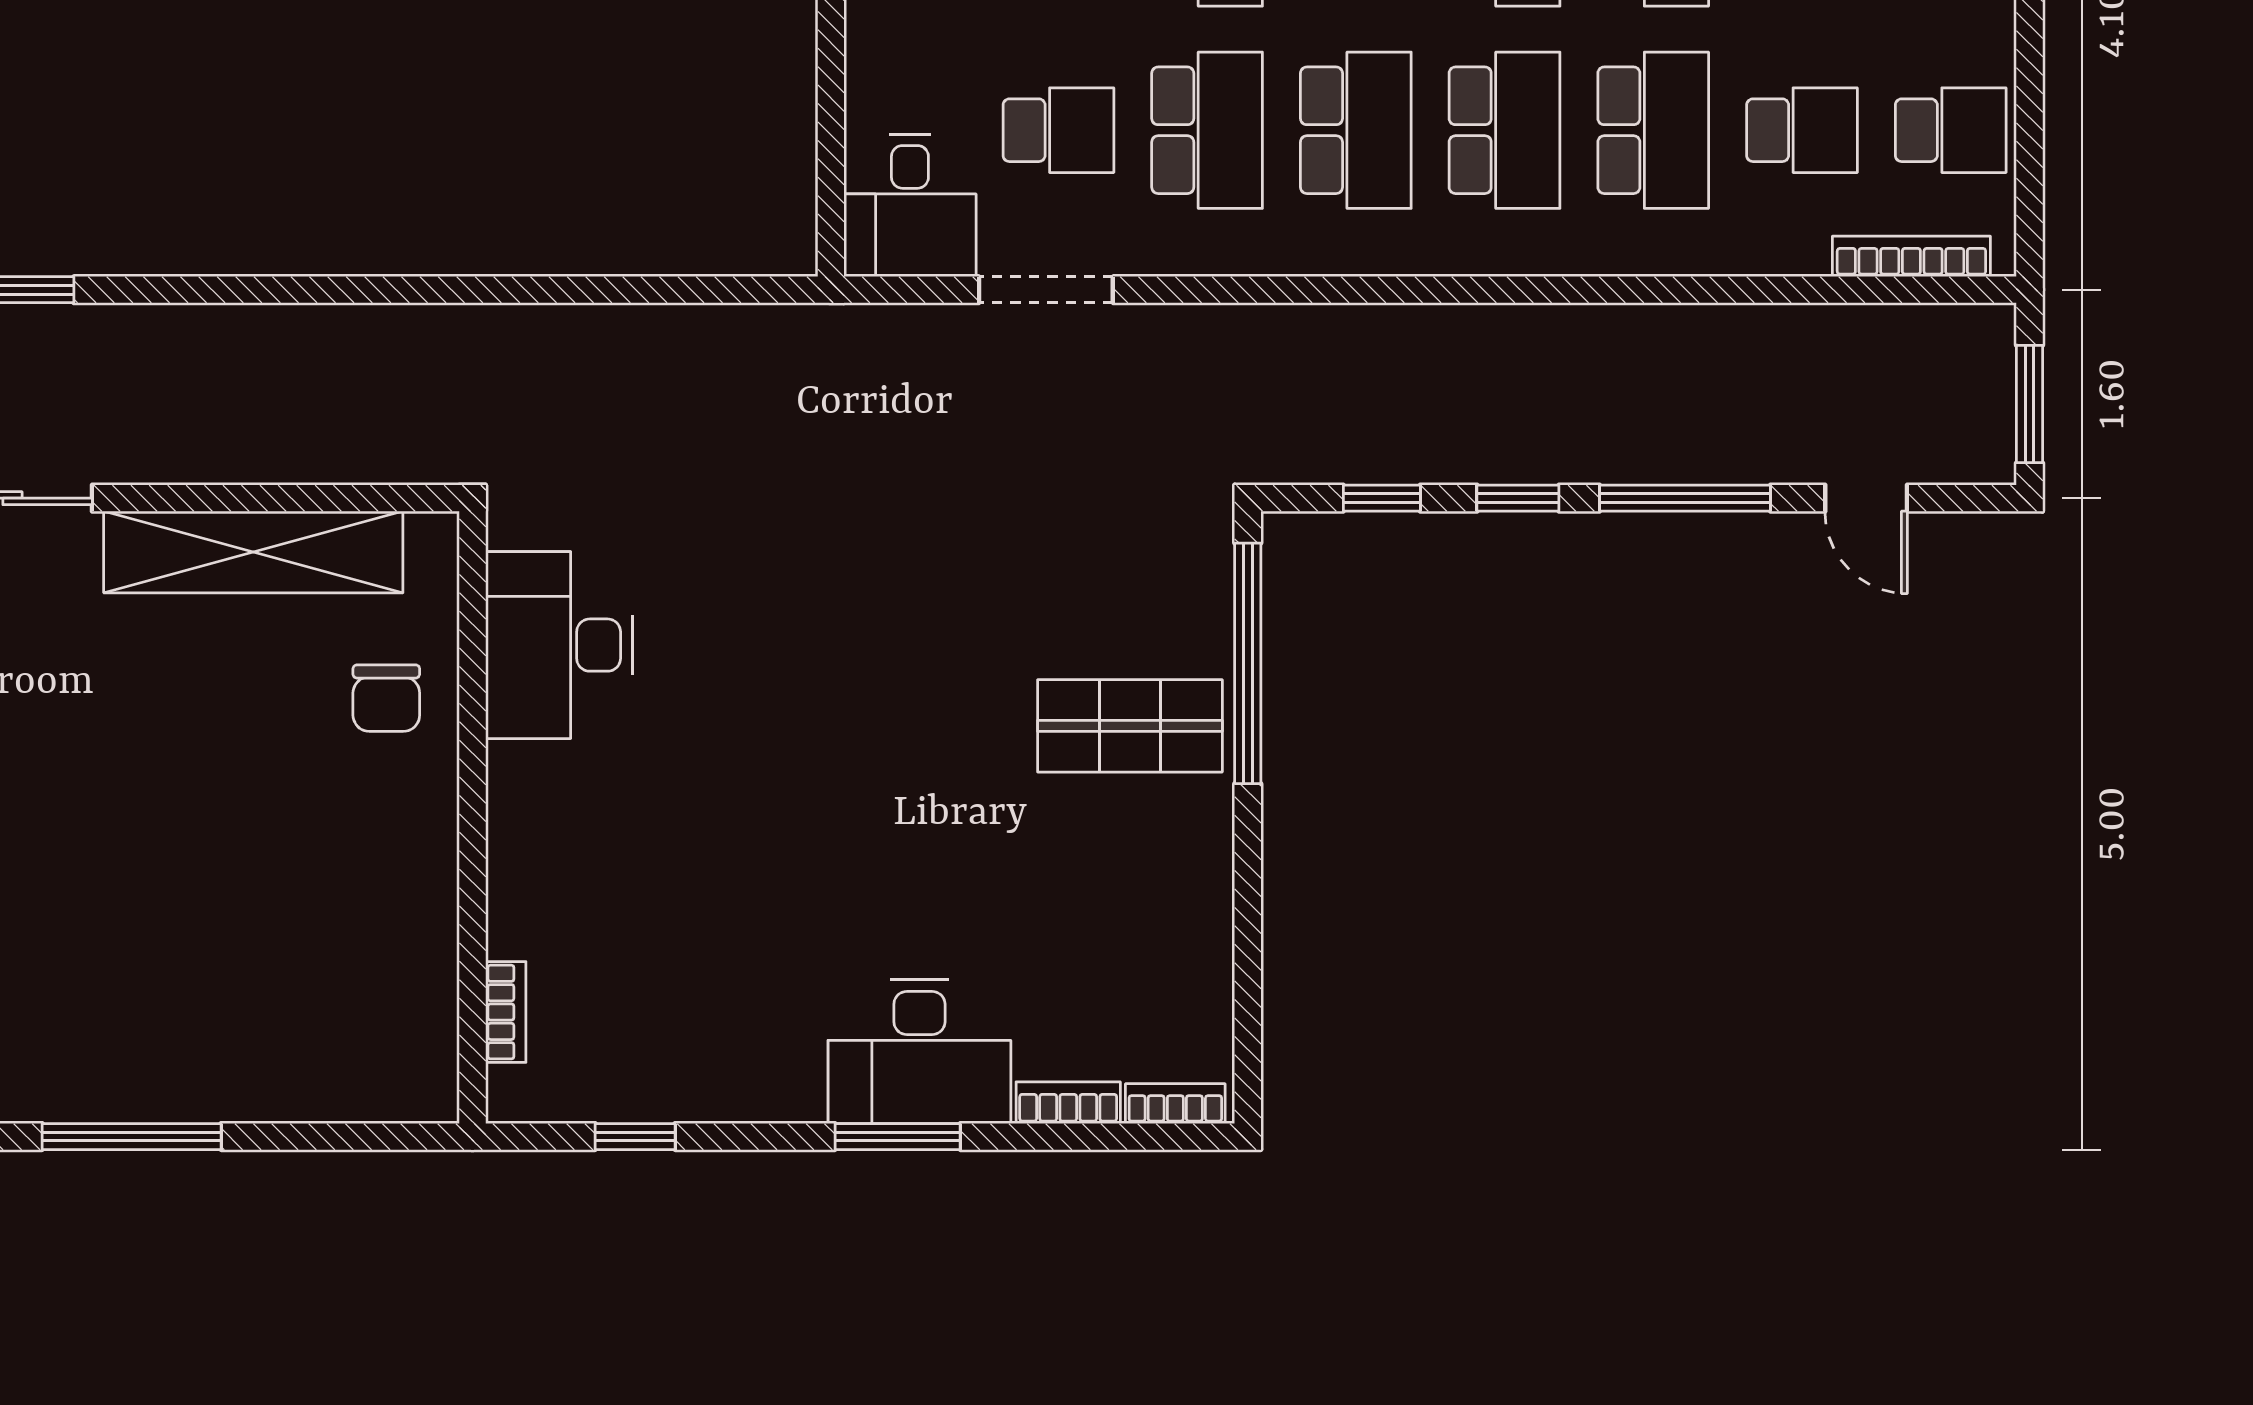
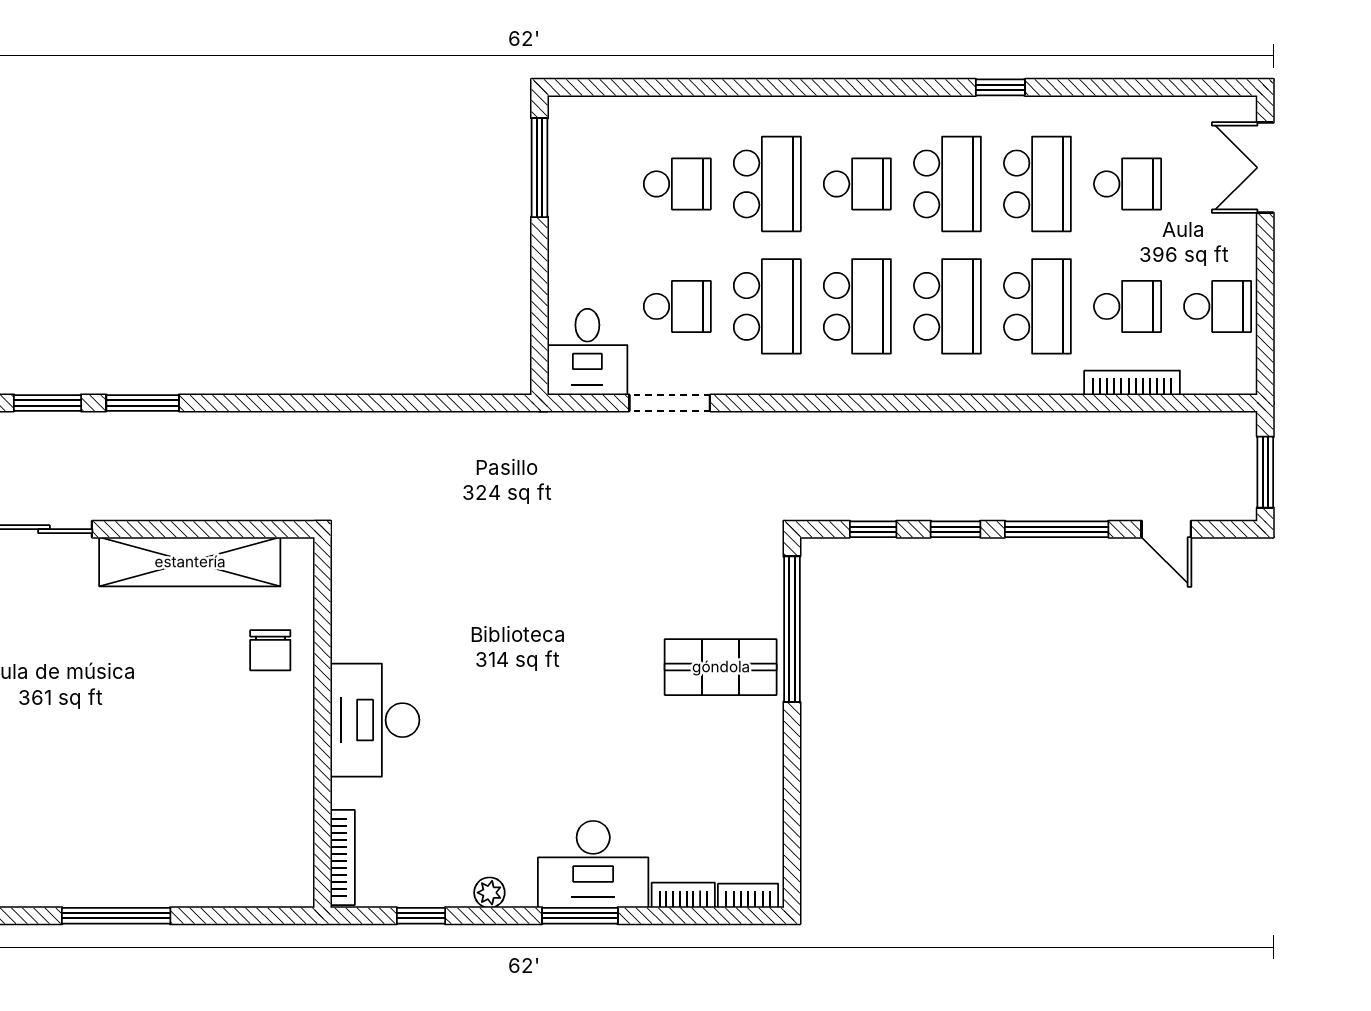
bookcase: (1911, 256) -> (1132, 383), moved
window: (175, 290) -> (143, 403), added
desk: (559, 645) -> (375, 720), moved
bookcase: (506, 1012) -> (343, 858), width x1.56
plant: (748, 1098) -> (489, 893), added

